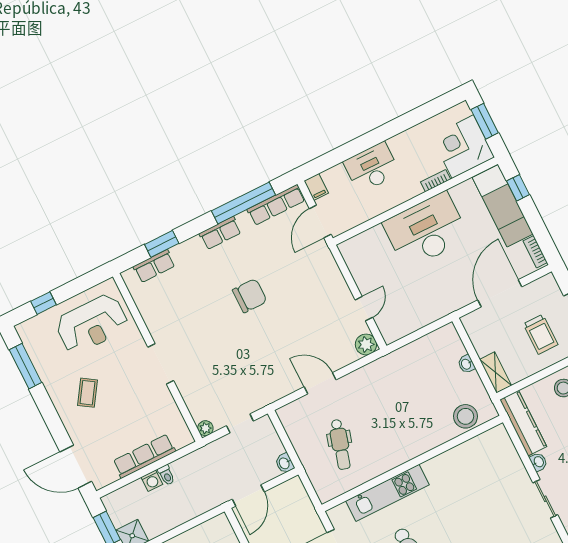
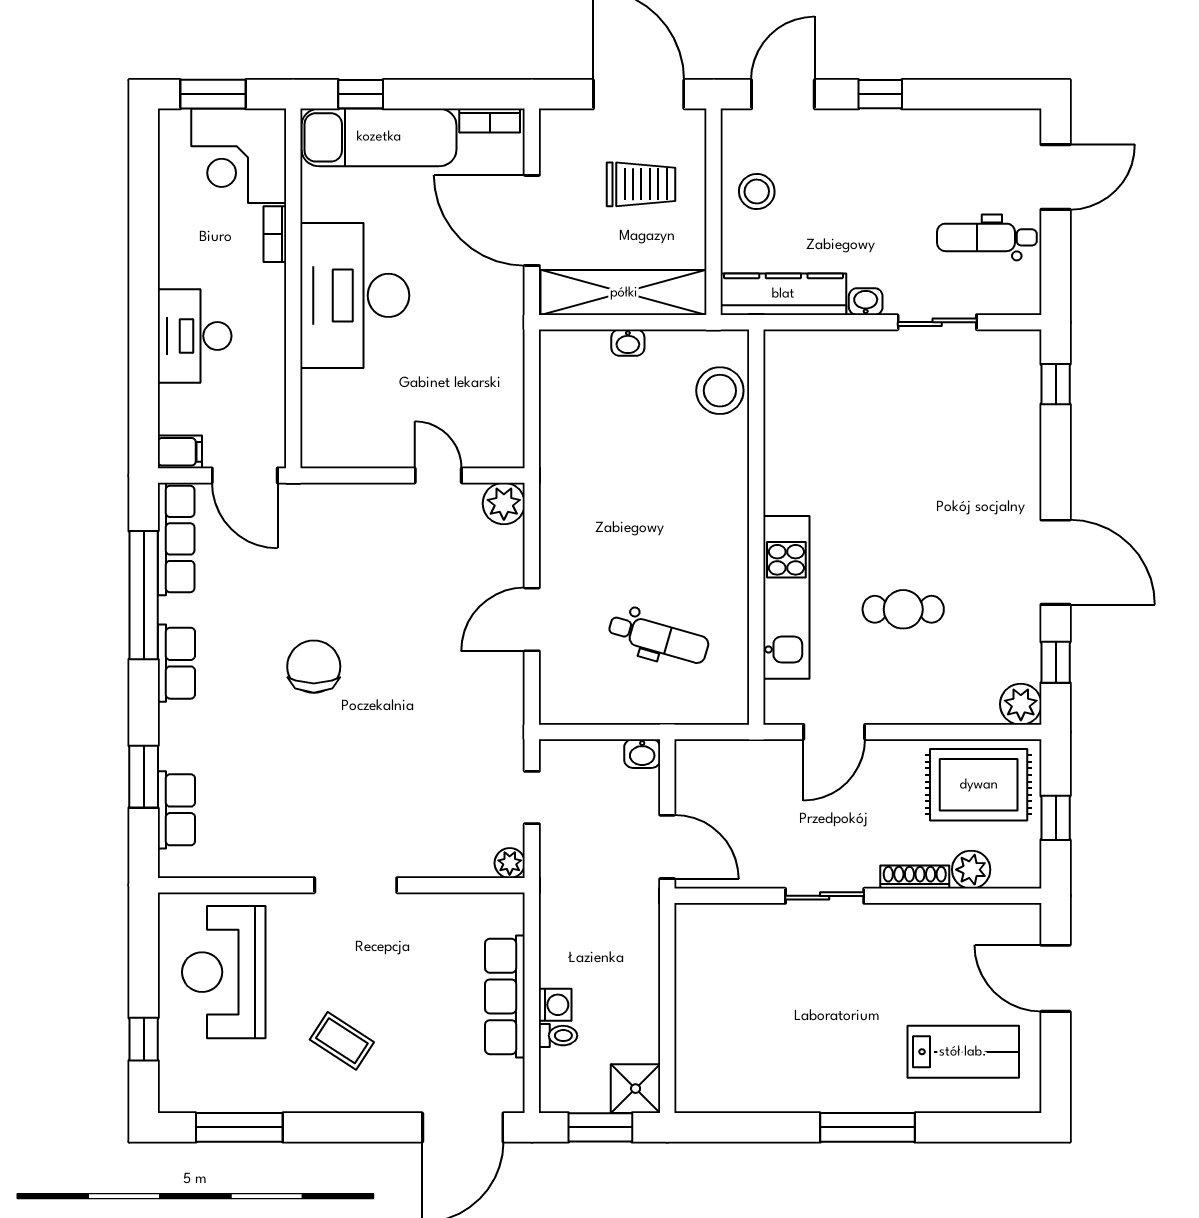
reception desk: (92, 324) -> (224, 972), turned 180
shelving: (496, 372) -> (624, 293), width x2.20, depth x1.33
toilet: (166, 475) -> (558, 1036), moved

